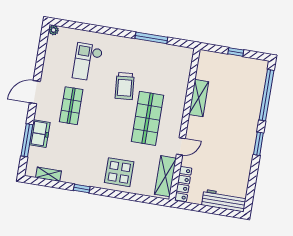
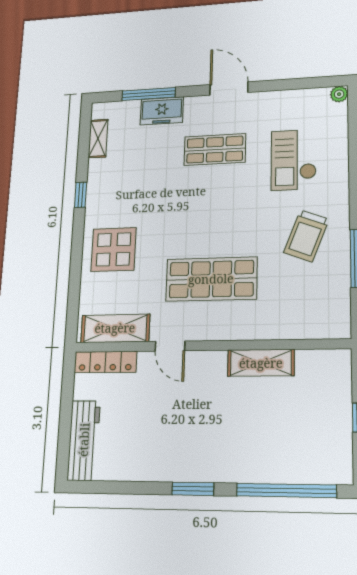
checkout: (88, 62) -> (294, 160), turned -90
trolley: (125, 86) -> (306, 236), moved, turned -64

